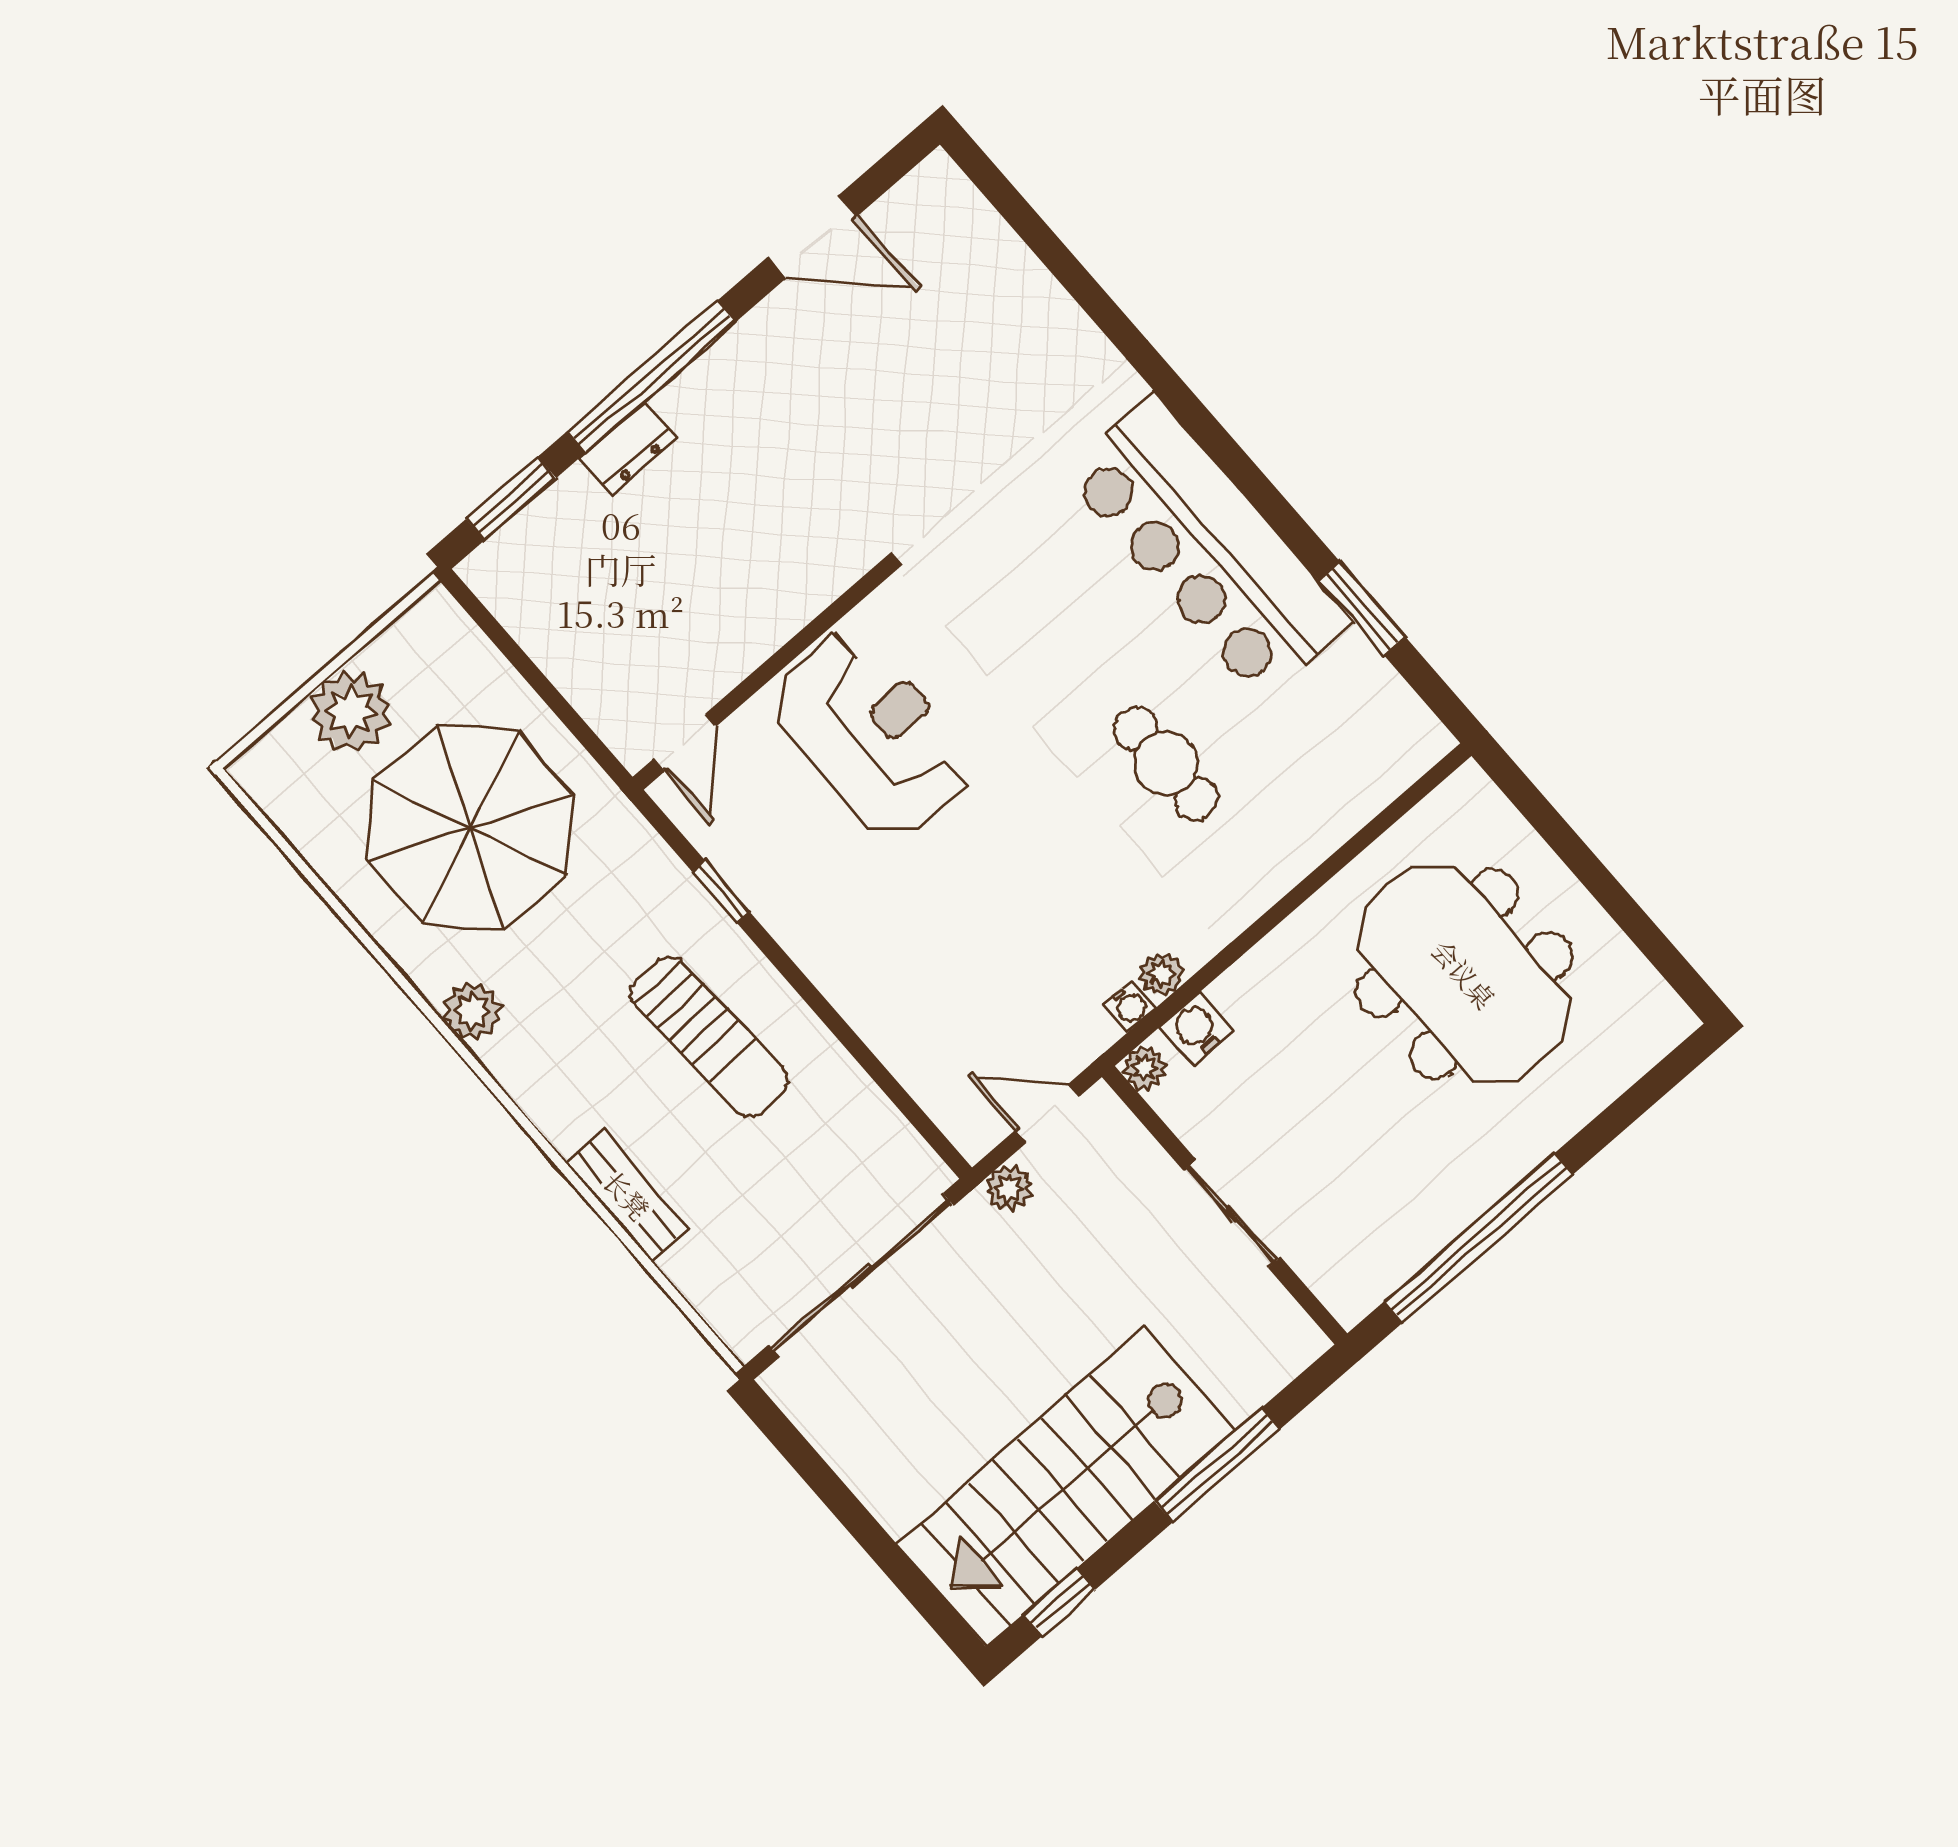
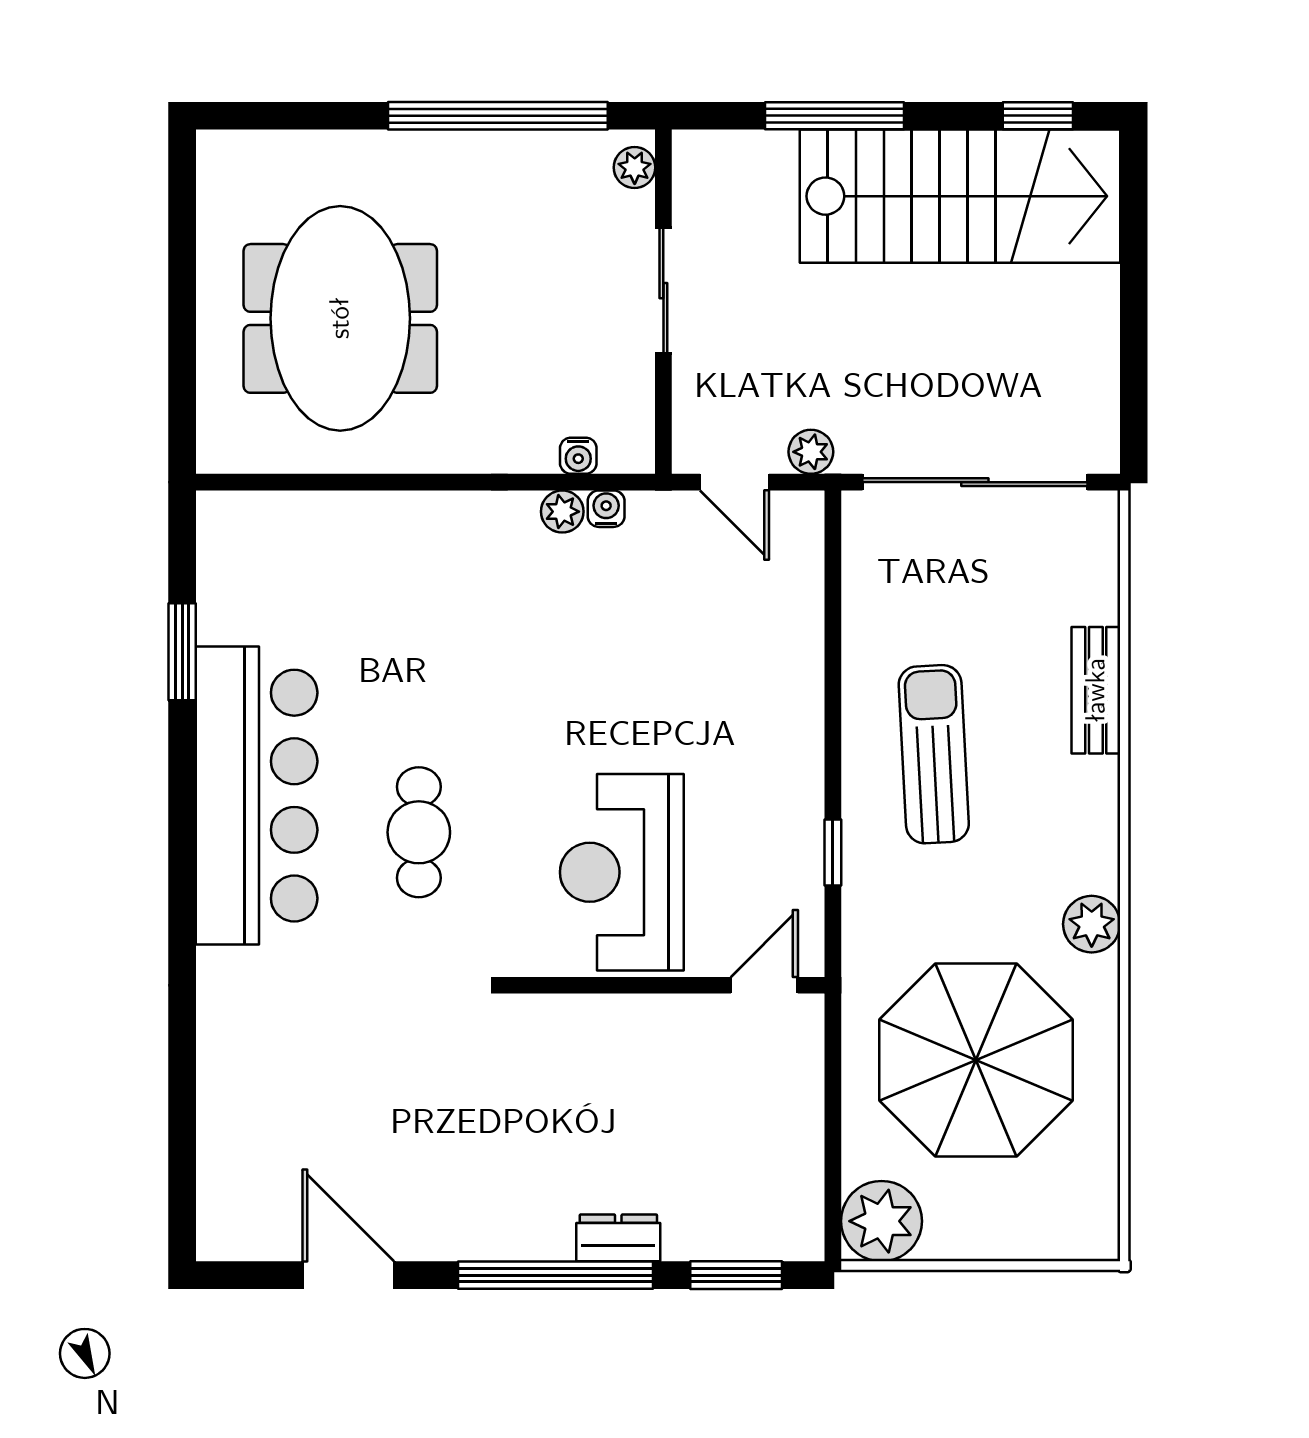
plant: (350, 712) -> (881, 1221), moved
cafe table: (1166, 764) -> (419, 832), moved
water cooler: (1197, 1029) -> (578, 456), width x0.72, depth x0.72
plant: (1145, 1068) -> (635, 167), moved

